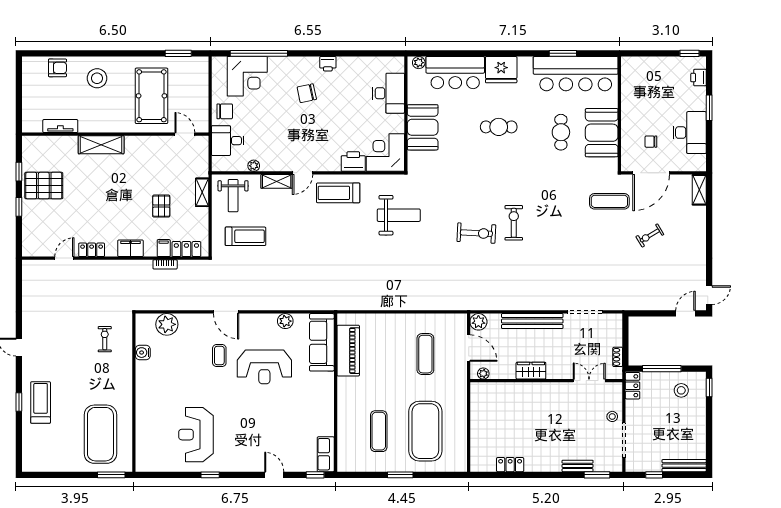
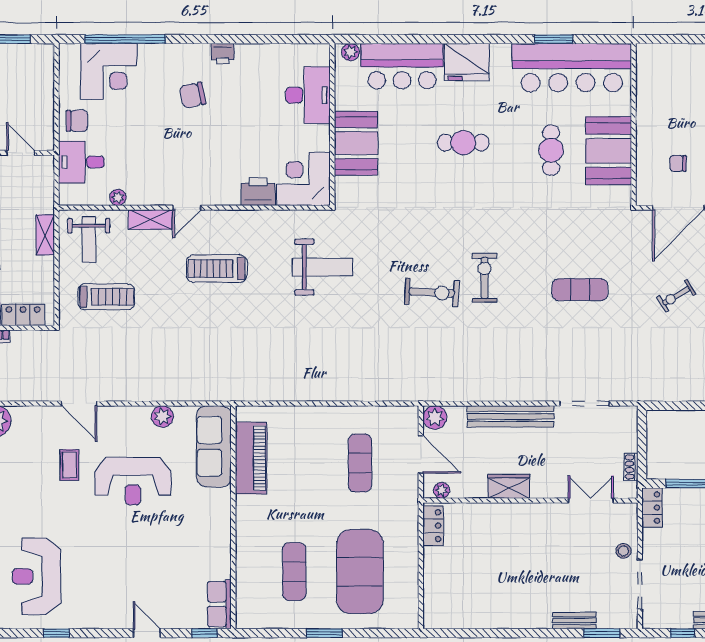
treadmill: (338, 193) -> (217, 268), moved
exercise mat: (609, 201) -> (580, 290), moved
locker: (510, 465) -> (433, 526), moved, turned 90

